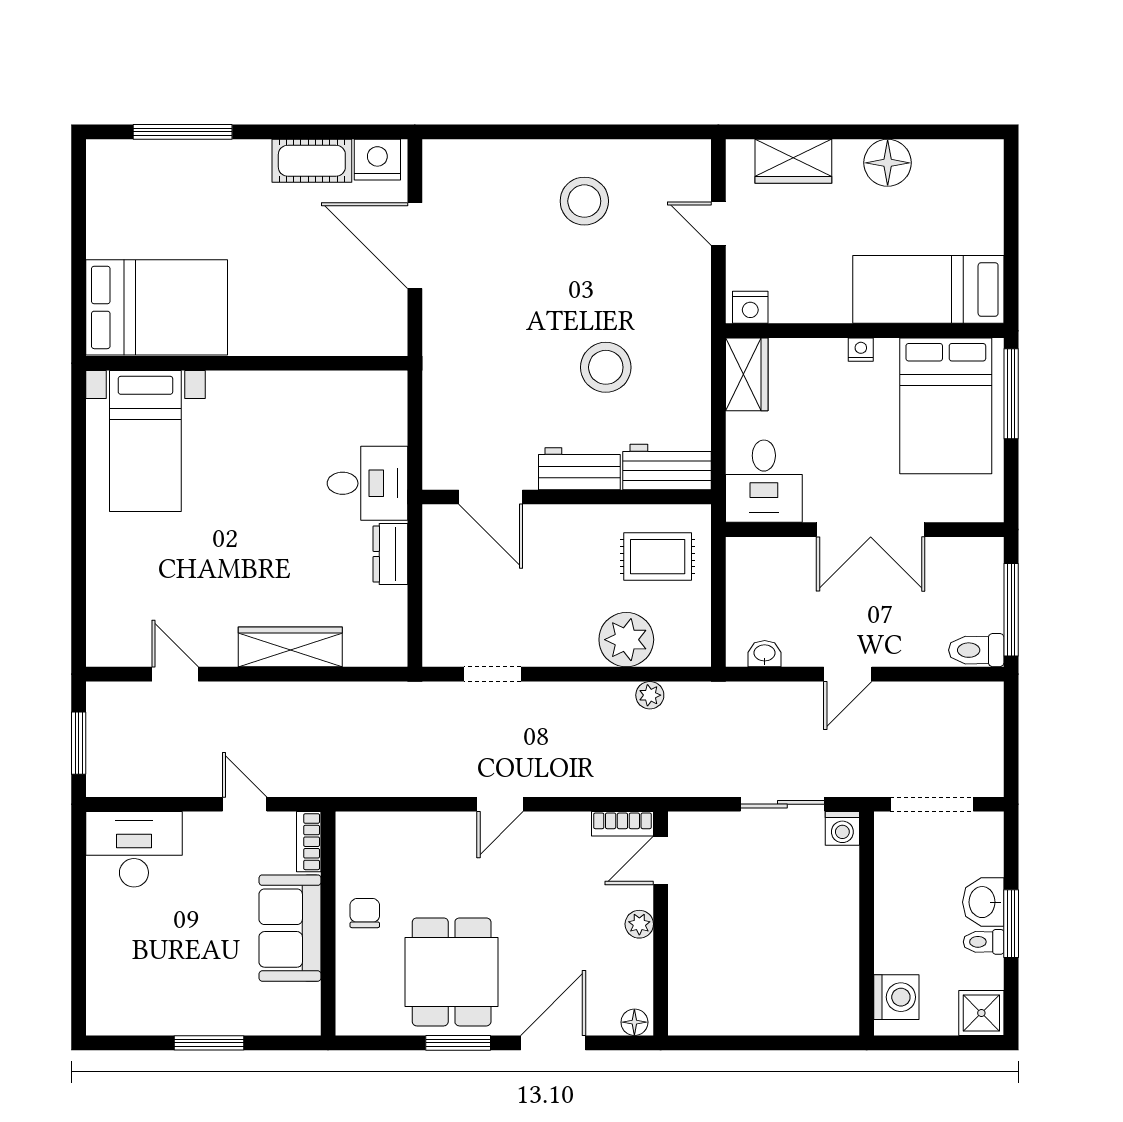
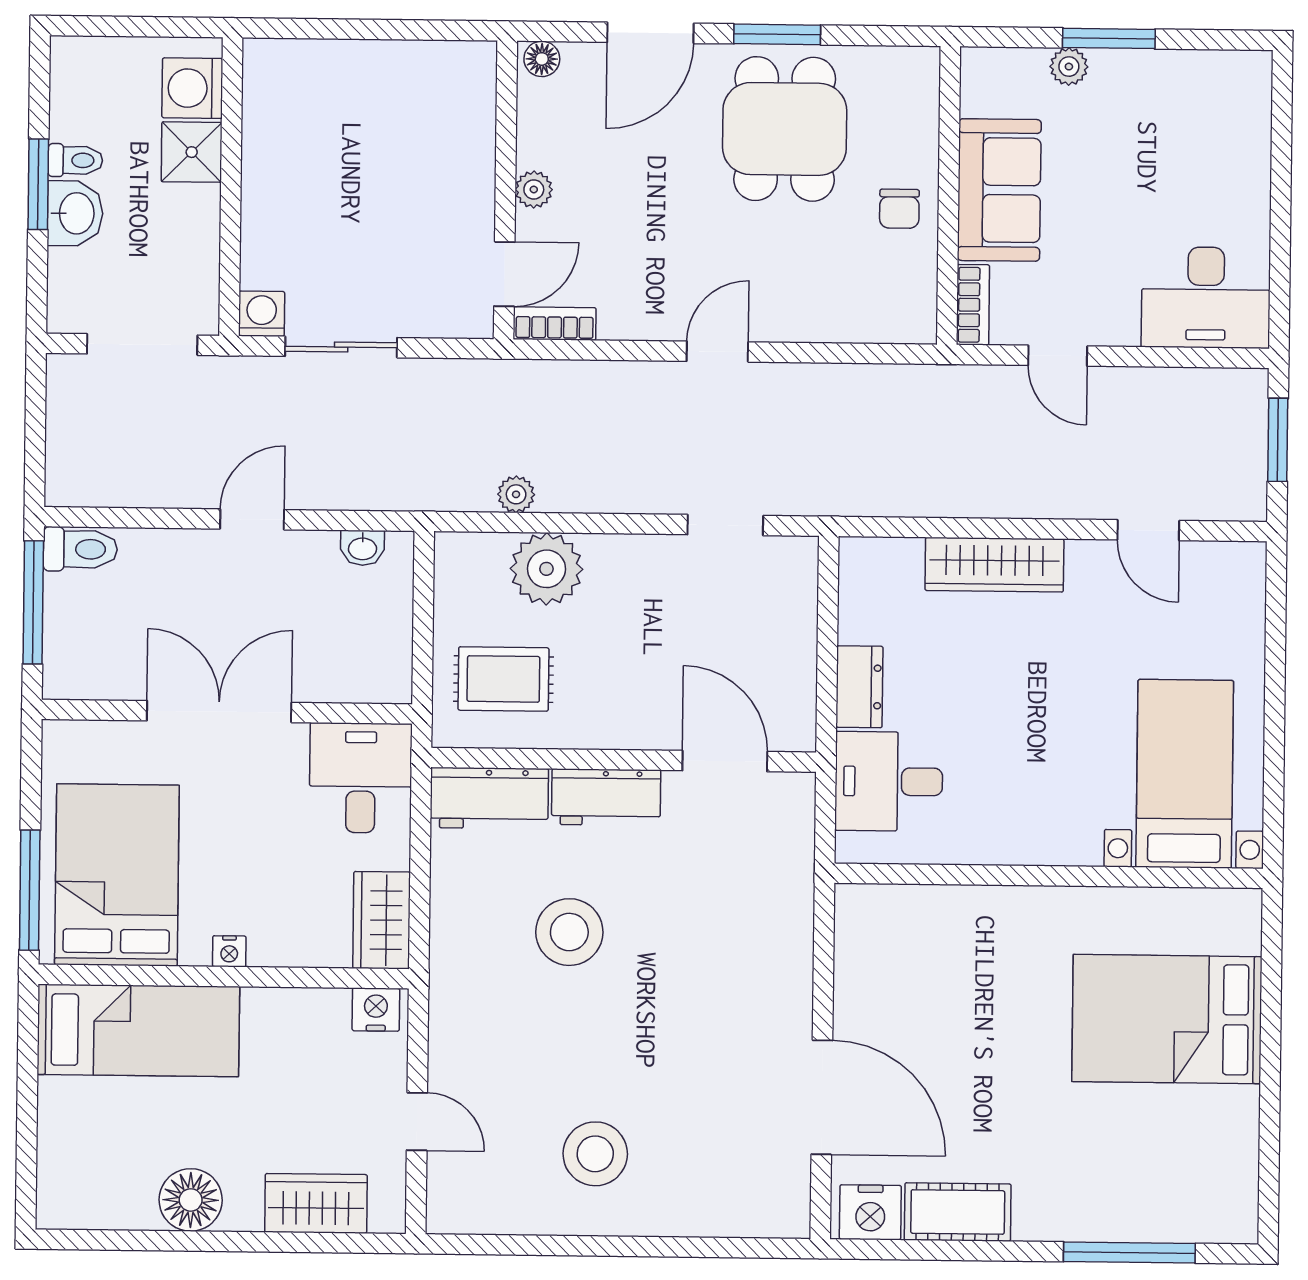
wall: (247, 363) -> (1049, 876), moved
bed with nightstands: (145, 441) -> (1185, 774), moved
shower: (981, 1013) -> (192, 152), moved
plant: (239, 1021) -> (1069, 67), added

